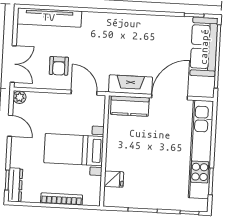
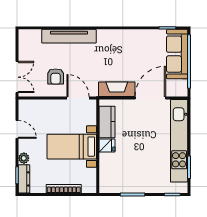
tv unit: (49, 17) -> (69, 36), moved
plant: (19, 97) -> (24, 158), moved
kitchen counter: (130, 106) -> (107, 122), moved, turned -90
fridge: (114, 179) -> (107, 146), moved

